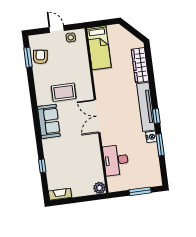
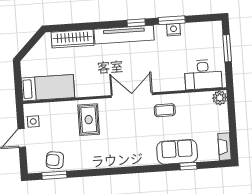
rug: (64, 92) -> (89, 120), moved
double door: (97, 116) -> (132, 95), swing flipped
sofa: (49, 121) -> (177, 152), moved
nightstand: (151, 137) -> (174, 30), moved
coffee table: (87, 144) -> (165, 110), added
desk: (116, 160) -> (203, 75), moved

